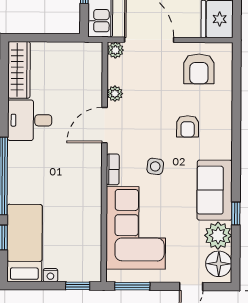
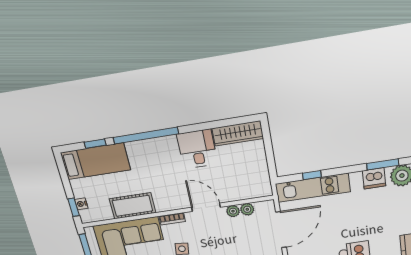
plant: (115, 50) -> (247, 209), moved
cot: (88, 214) -> (132, 206), added
nightstand: (50, 275) -> (81, 204), moved

